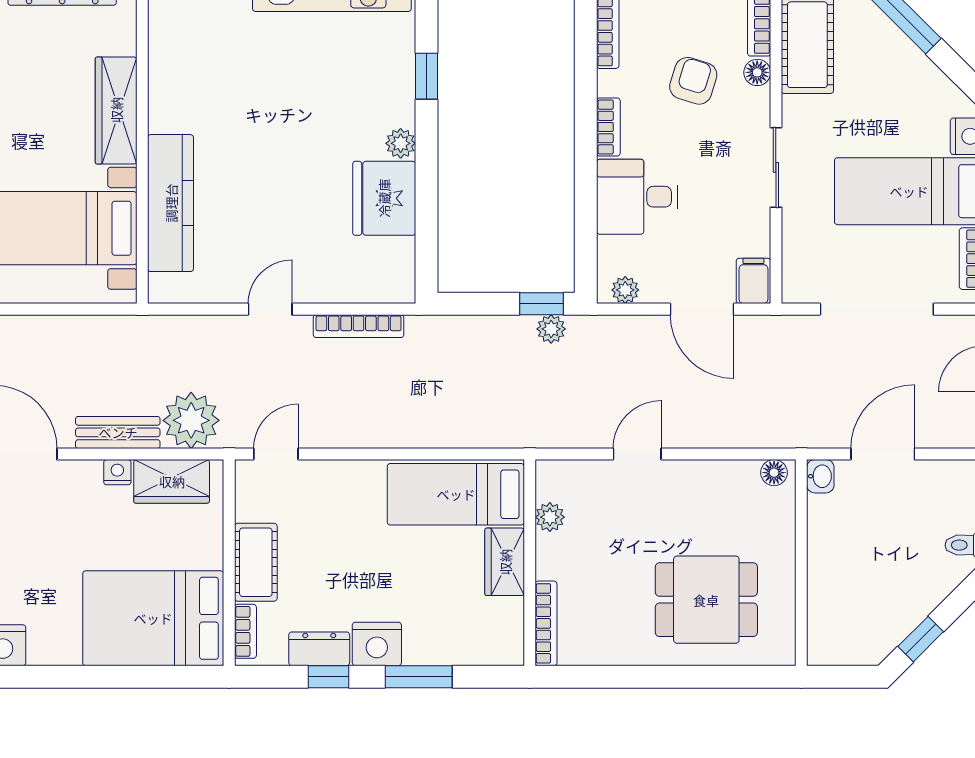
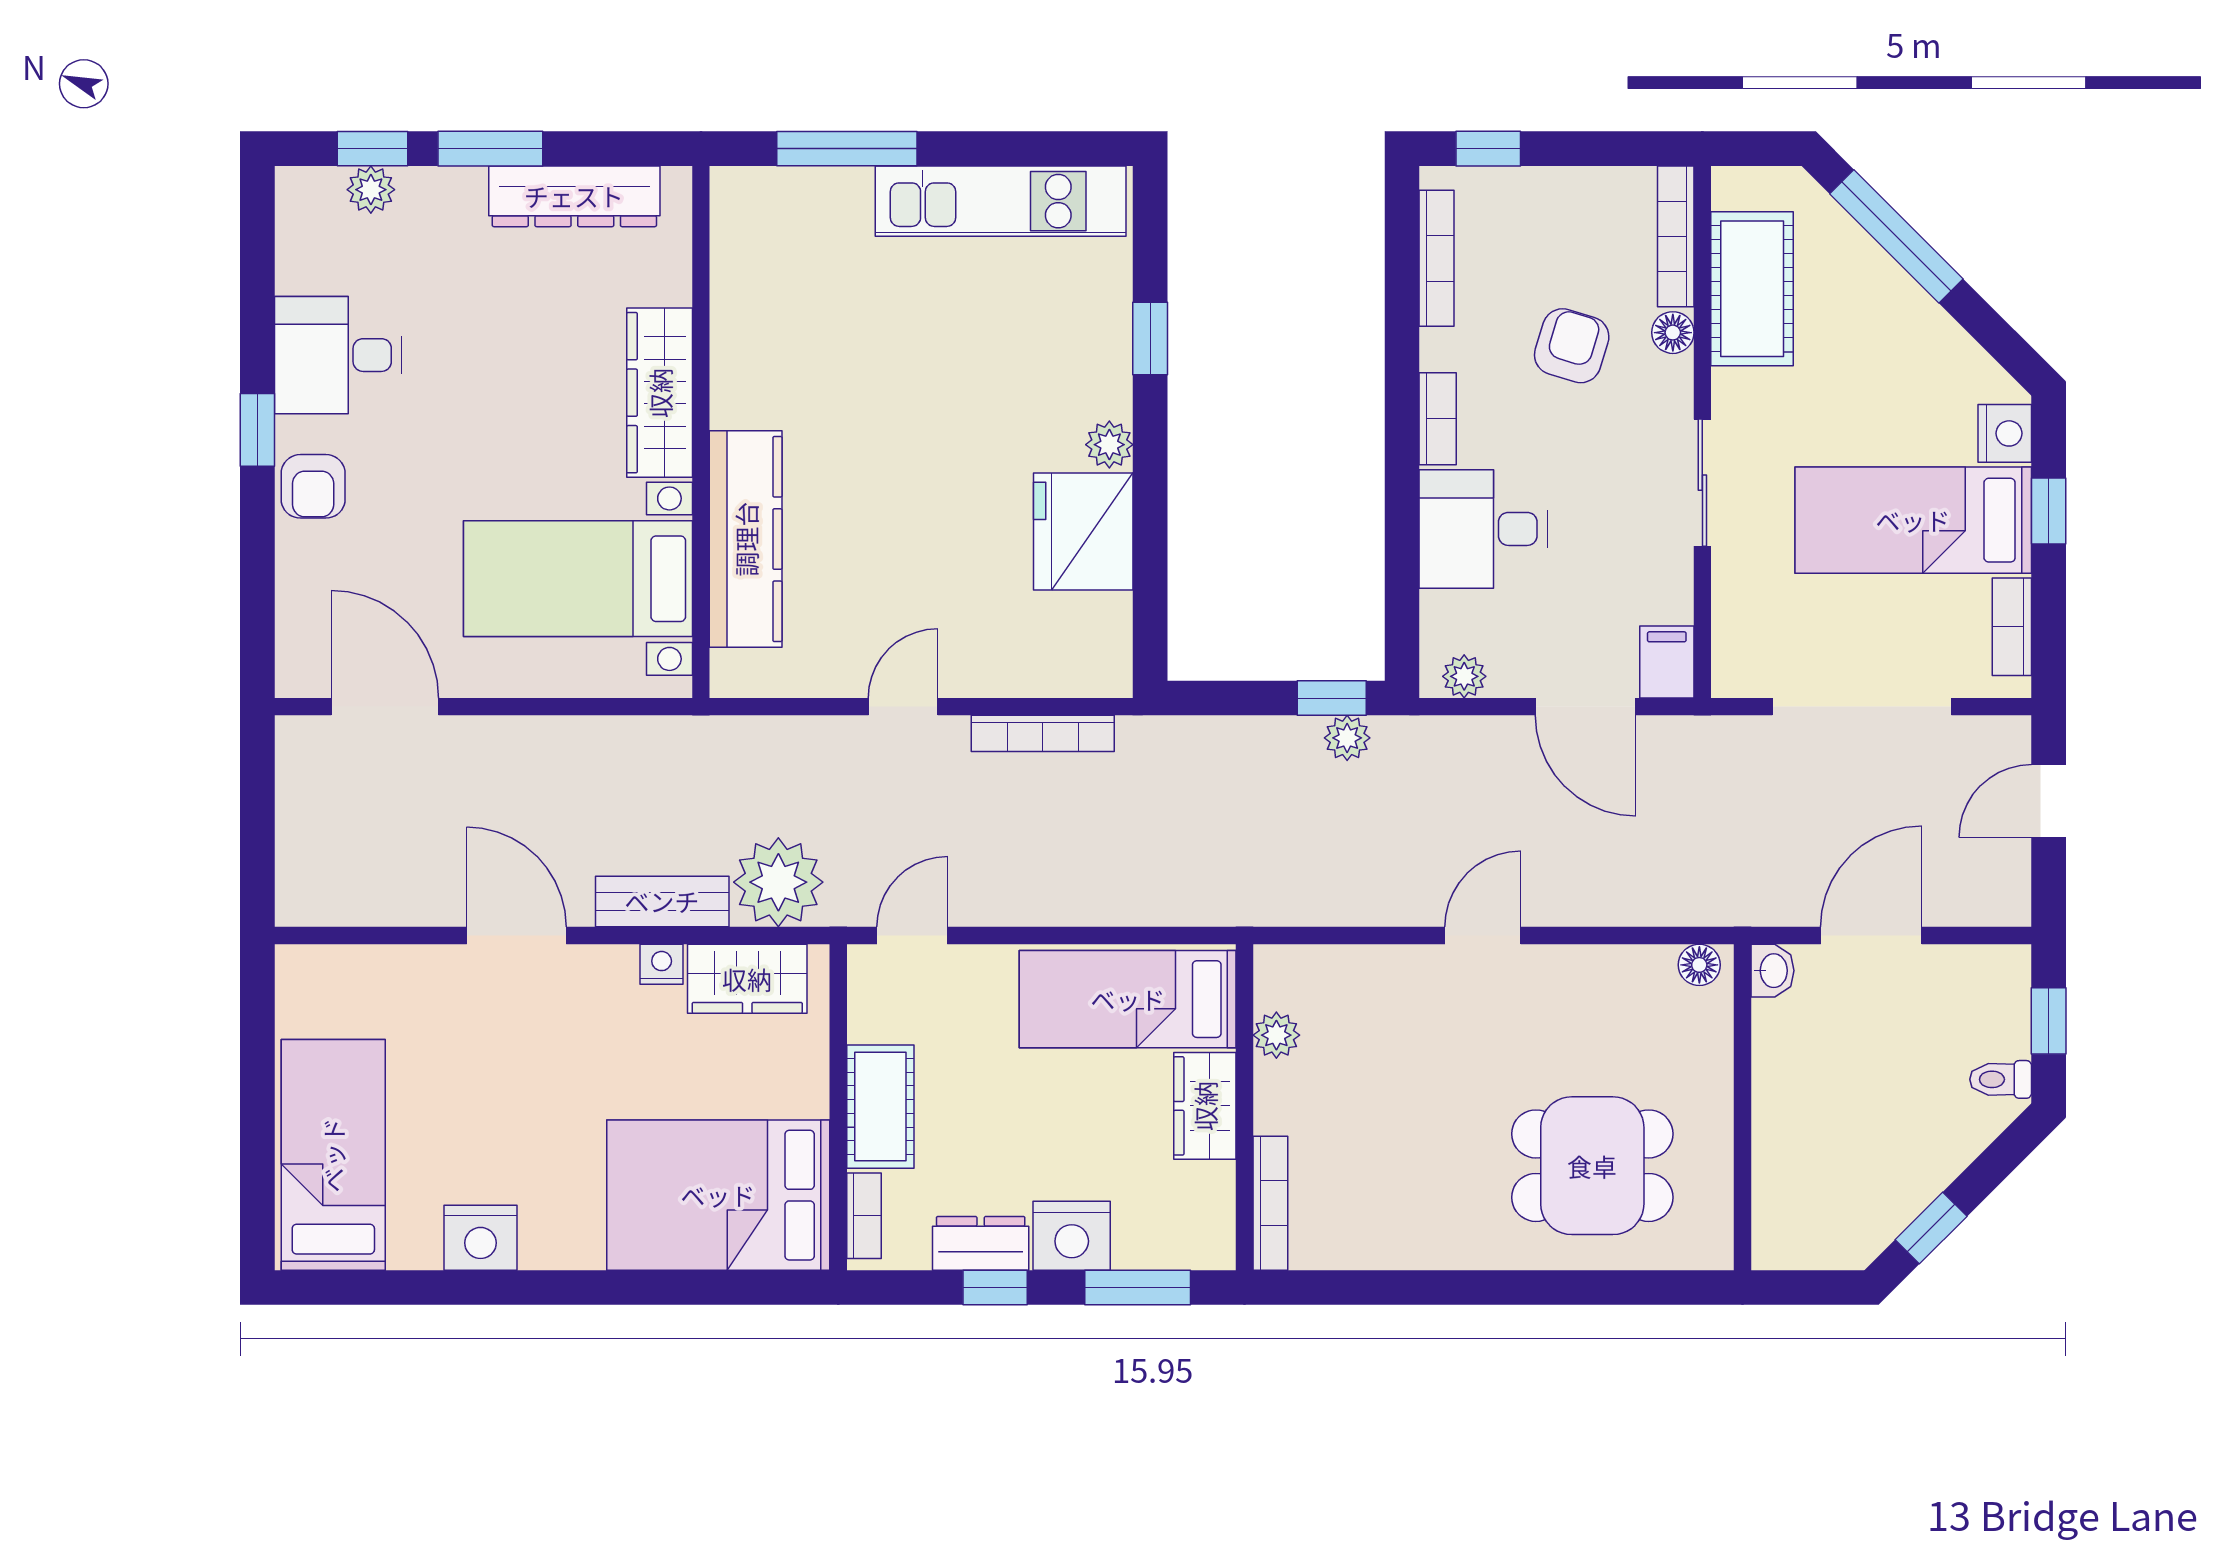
bed: (456, 494) -> (1128, 999), moved
plant: (550, 517) -> (1276, 1035), moved
wardrobe: (505, 562) -> (1205, 1106), moved
wall: (530, 563) -> (1245, 1107), moved
bookcase: (546, 623) -> (1270, 1203), moved

